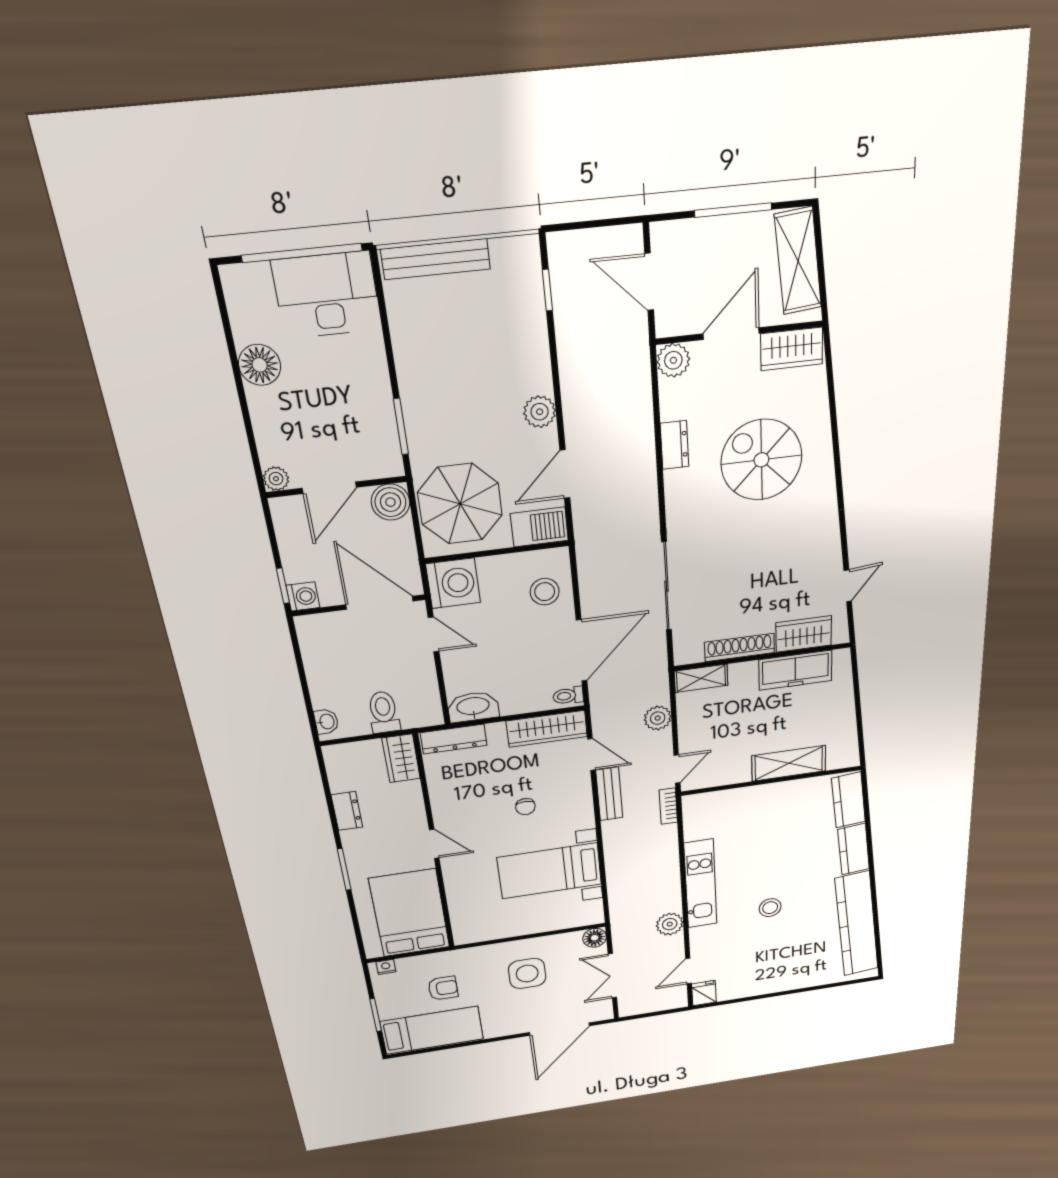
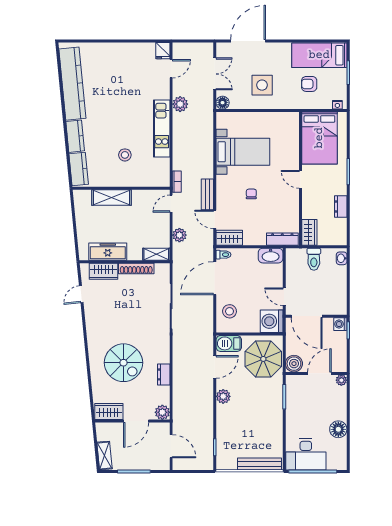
shelving: (798, 261) -> (105, 455), width x0.67, depth x0.75
wardrobe: (547, 729) -> (229, 238), width x0.67
stool: (770, 908) -> (125, 155), moved

